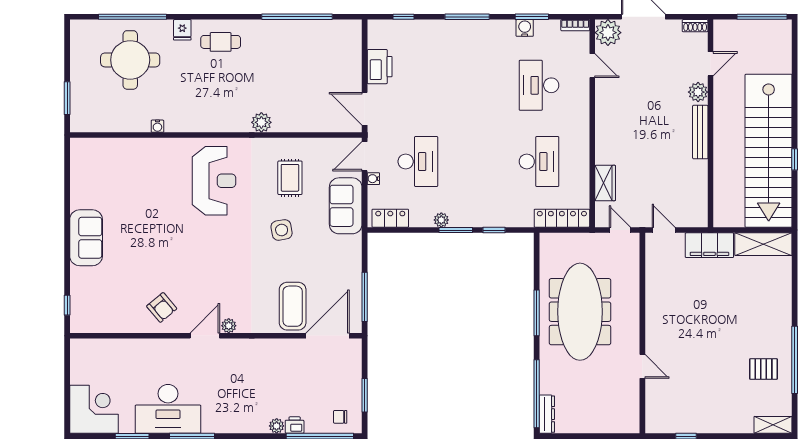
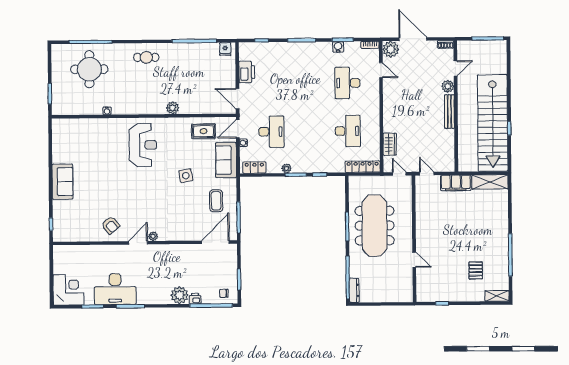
fridge: (182, 30) -> (225, 49), moved
rug: (290, 178) -> (204, 131), moved, turned 90
coffee table: (293, 306) -> (216, 201), moved, width x0.73, depth x0.76
pallet: (764, 369) -> (476, 270), moved, turned 90
plant: (277, 426) -> (180, 295), width x1.88, depth x1.88

